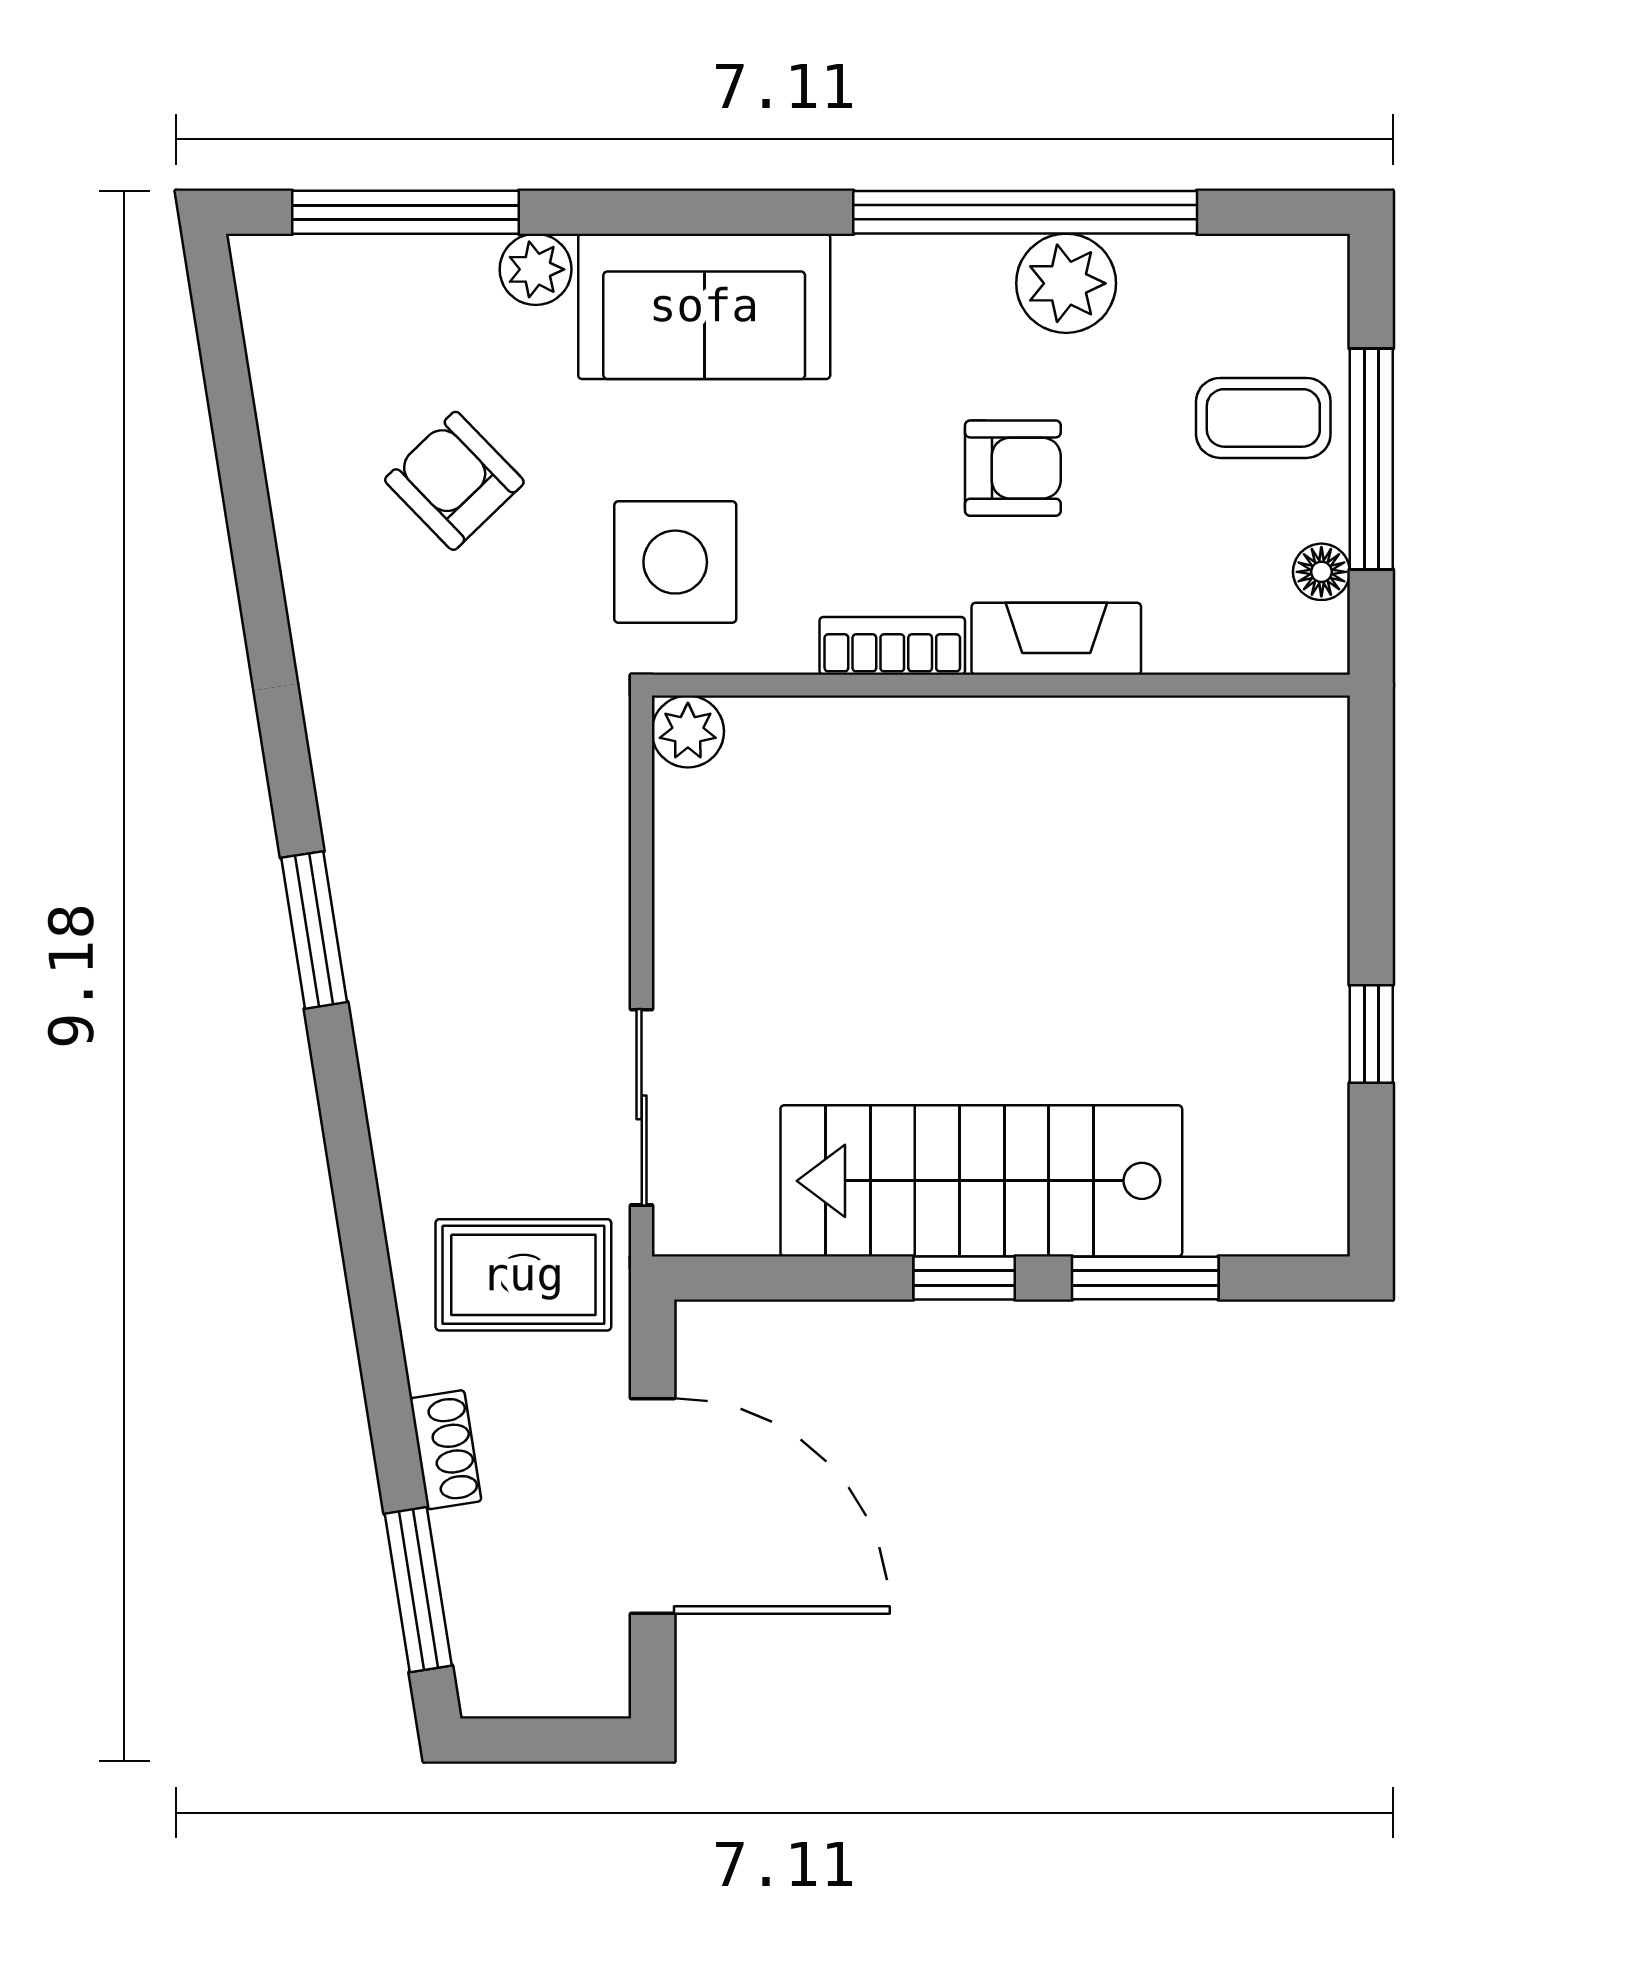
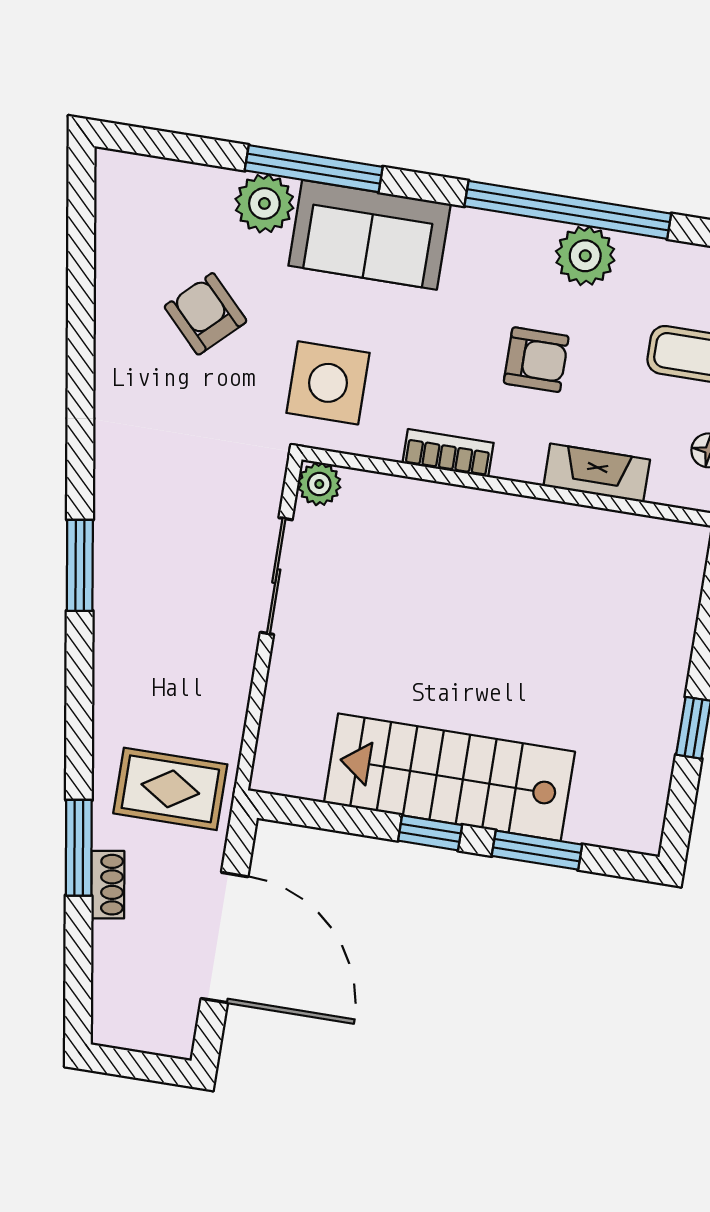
window: (406, 212) -> (314, 169), moved
plant: (536, 269) -> (264, 203), width x1.38, depth x1.38
fireplace: (1056, 639) -> (597, 473), moved
sliding door: (642, 1107) -> (276, 576), moved
window: (418, 1590) -> (79, 848), moved

